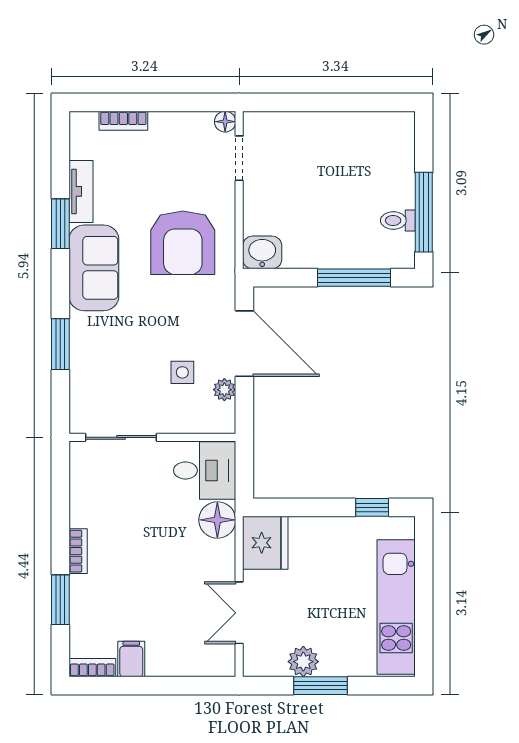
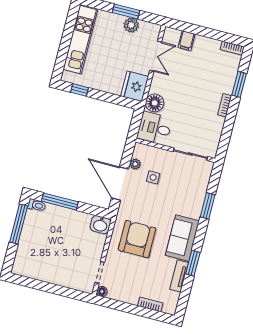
toilet: (398, 220) -> (37, 205), moved
filing cabinet: (131, 659) -> (186, 41), moved

